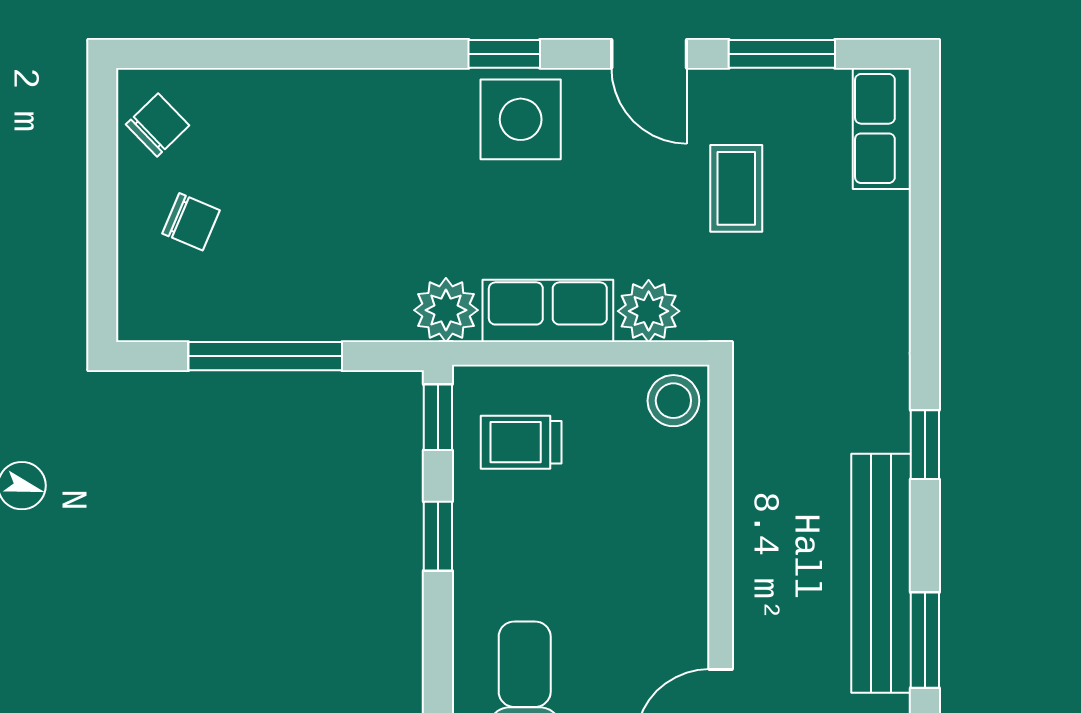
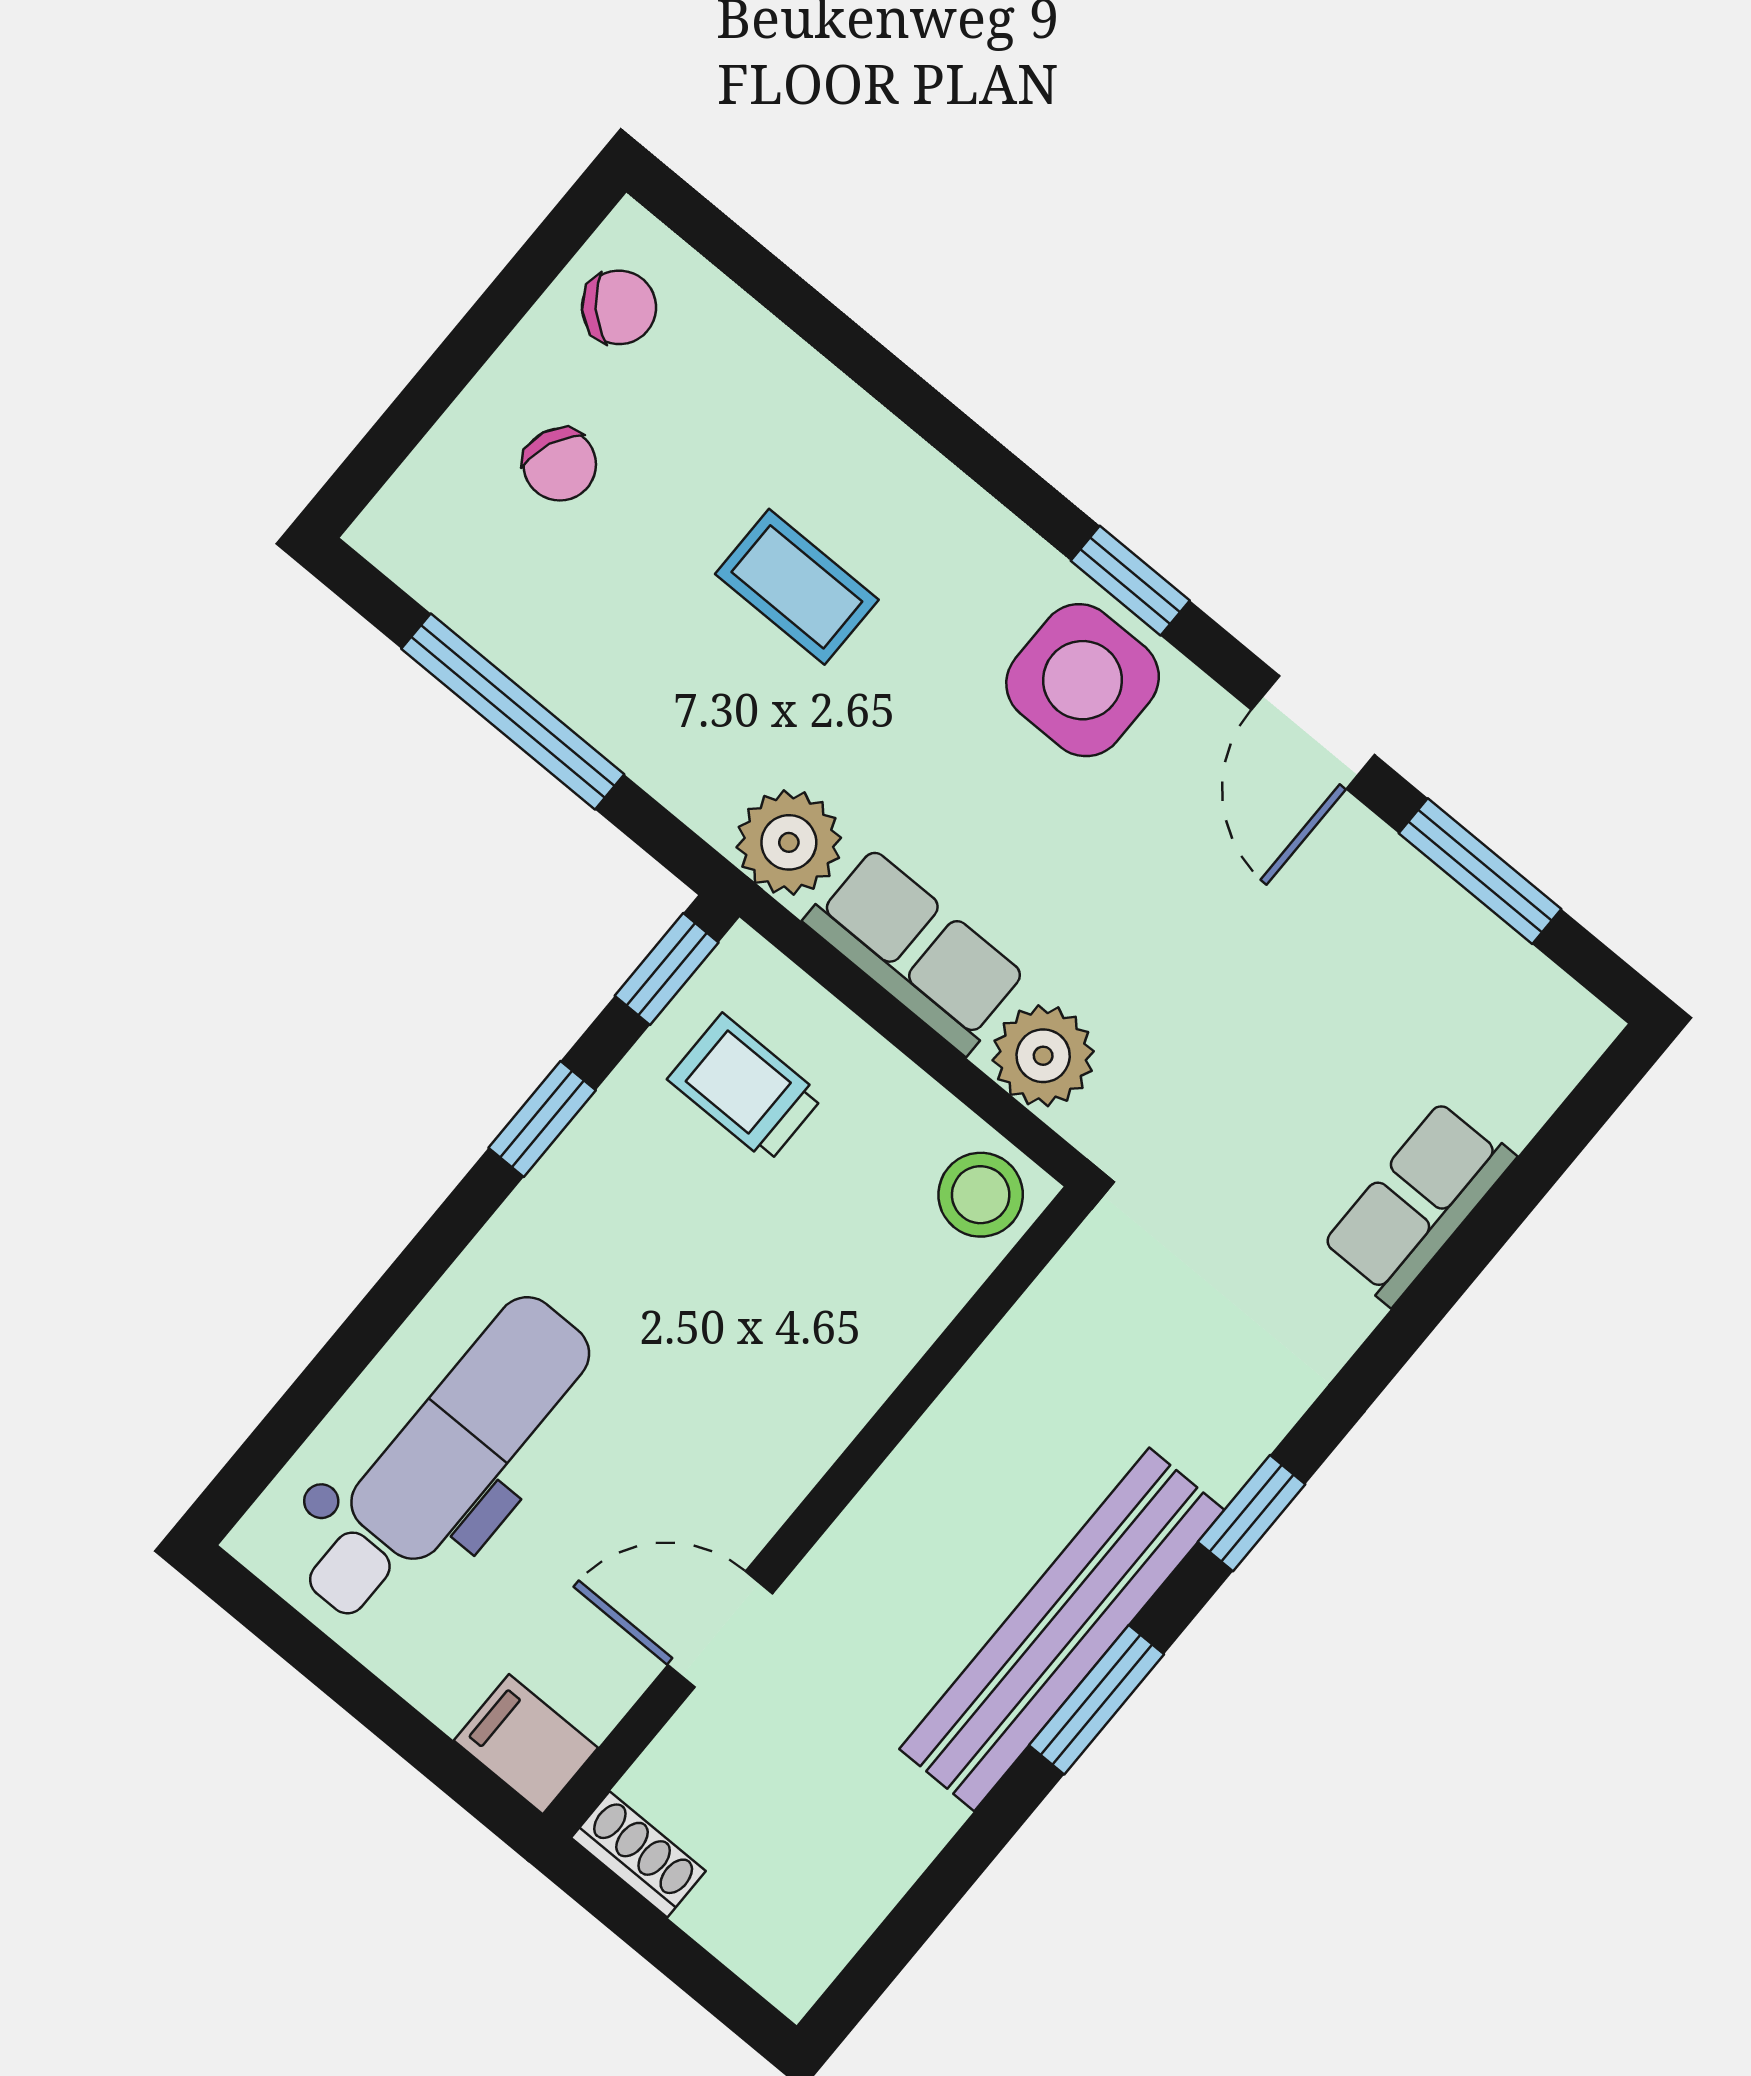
row of seats: (882, 129) -> (1418, 1202), moved
coffee table: (736, 188) -> (797, 587), moved, turned 90
window: (925, 640) -> (1097, 1700), moved

